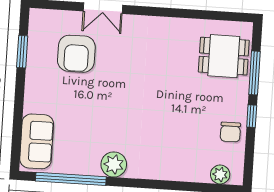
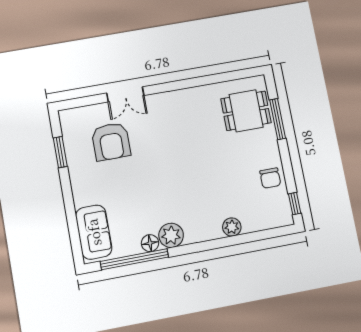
window: (252, 116) -> (295, 204), moved
floor lamp: (91, 167) -> (150, 243), added
plant: (220, 174) -> (232, 227), moved

